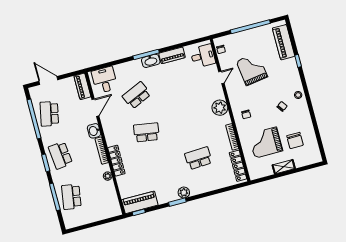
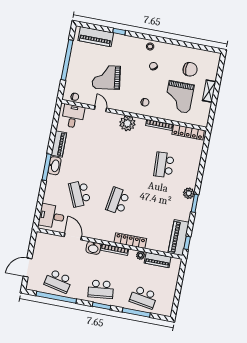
piano: (82, 86) -> (158, 260), moved

